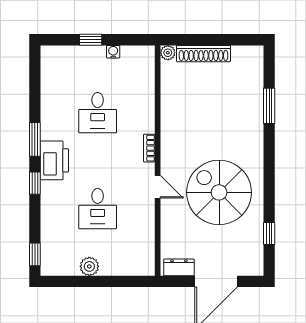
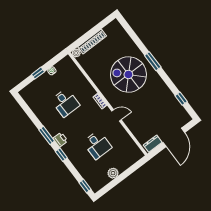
window: (269, 106) -> (153, 61), moved
printer: (54, 160) -> (60, 140), width x0.53, depth x0.68
spiral stairs: (219, 192) -> (128, 74), moved

